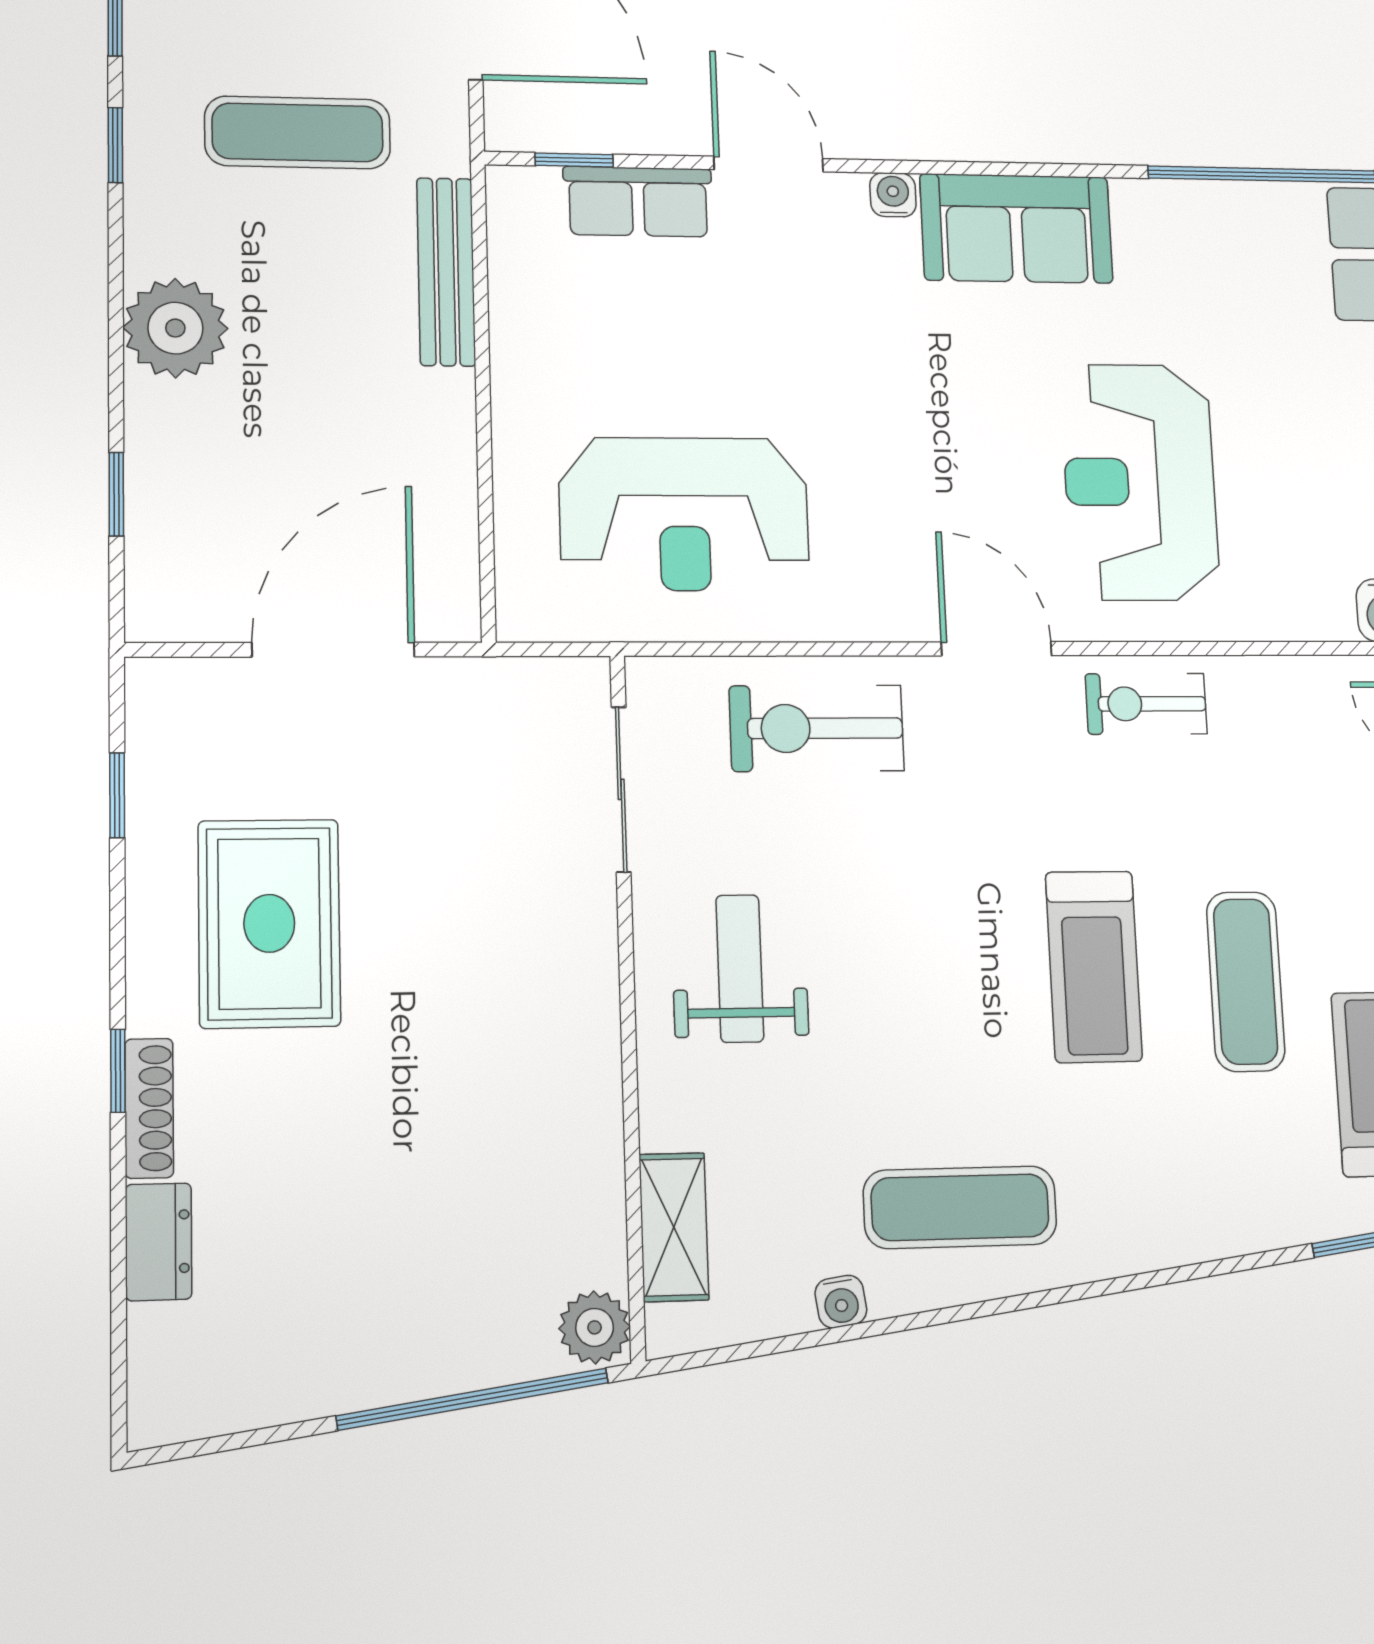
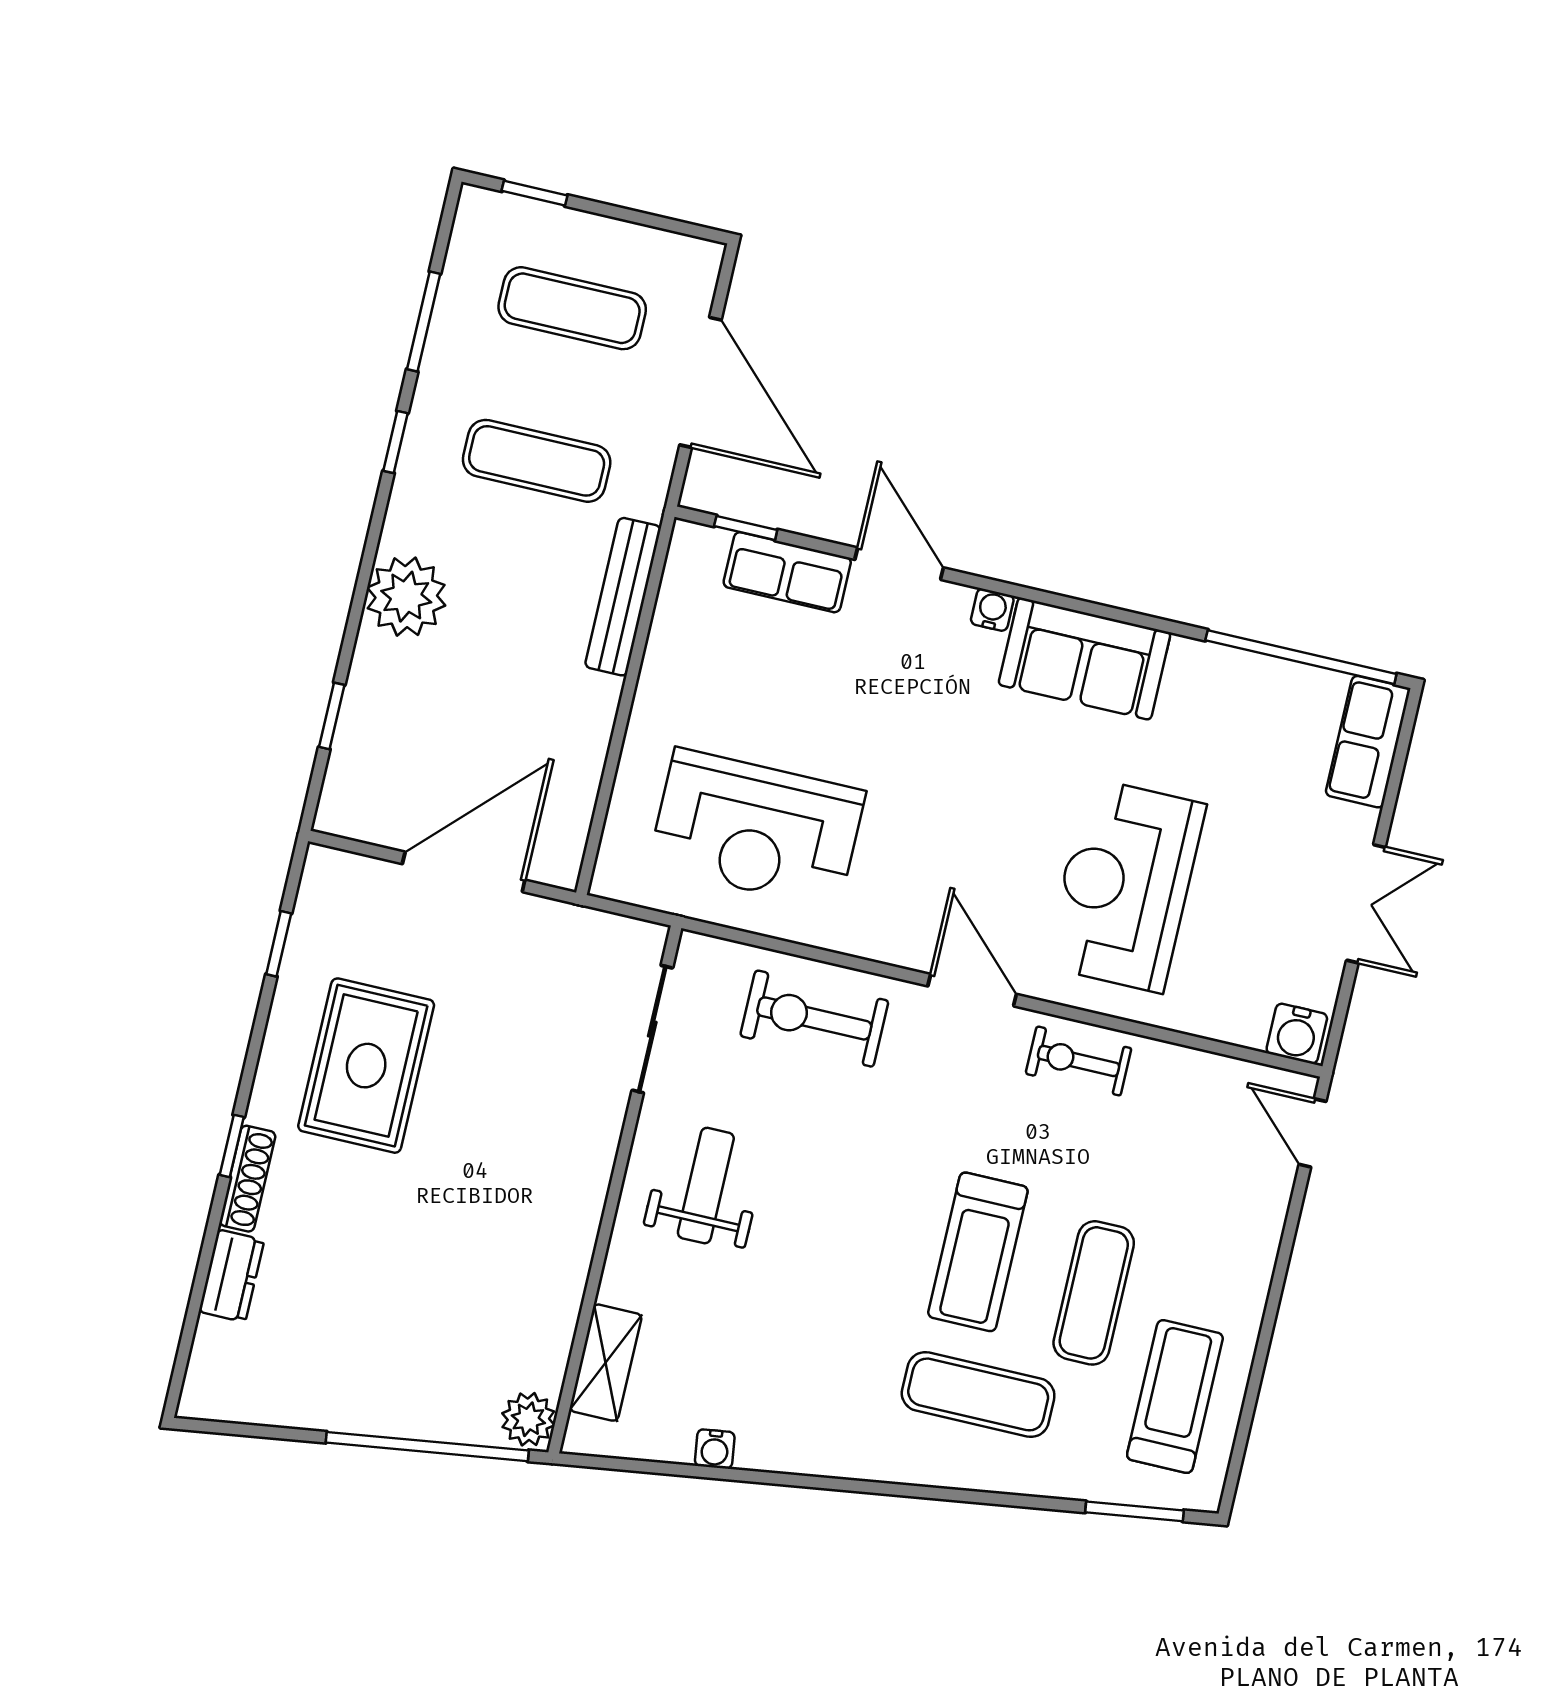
exercise mat: (960, 1207) -> (978, 1394), moved

